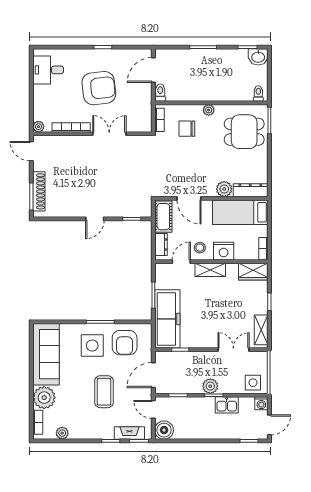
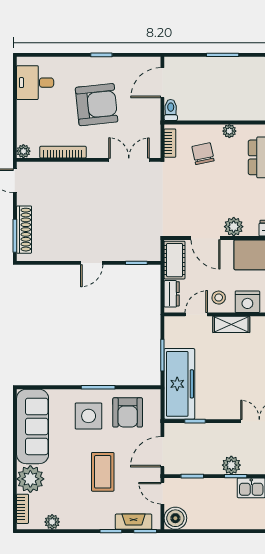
chair: (187, 129) -> (203, 154), turned 78
double door: (109, 134) -> (129, 160), moved
plant: (224, 189) -> (234, 227), moved

